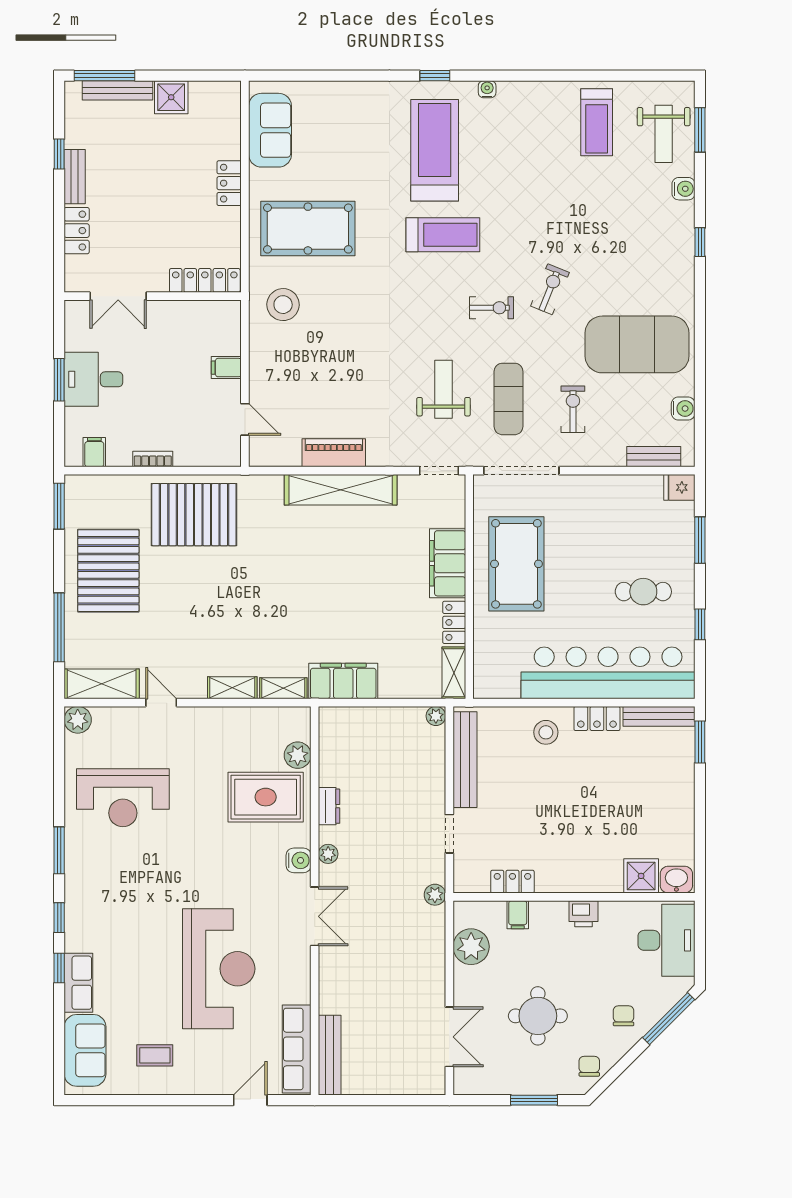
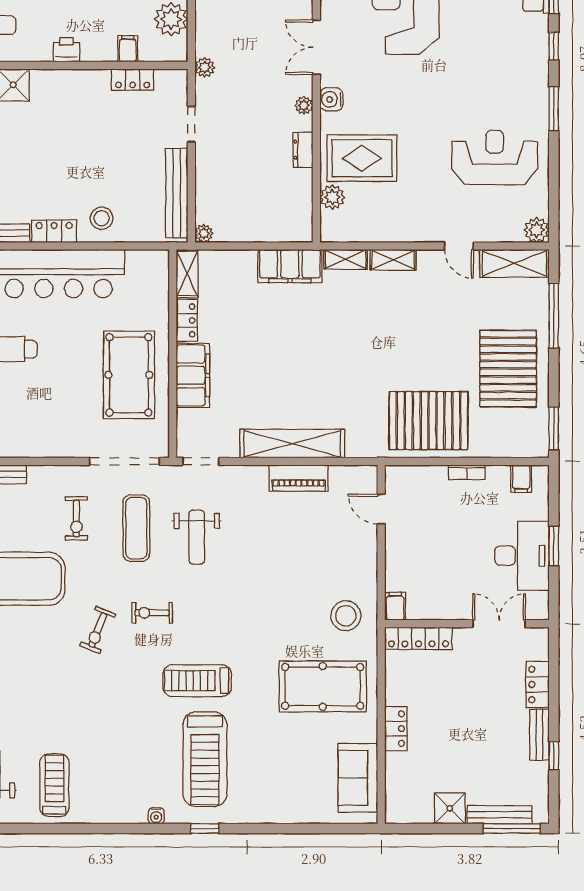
filing cabinet: (226, 368) -> (395, 606), moved, turned -90
desk: (93, 379) -> (522, 556), width x1.37

